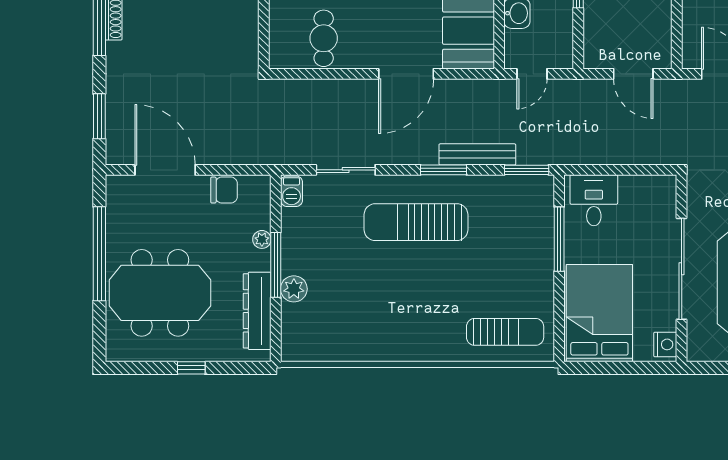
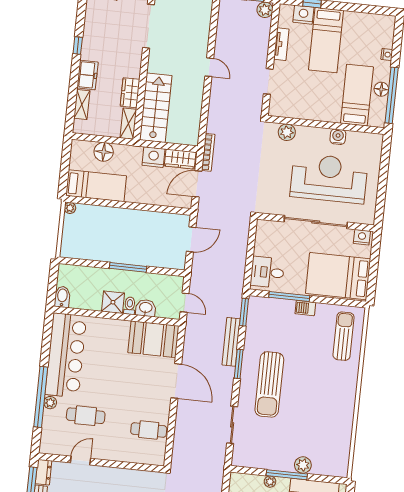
barbecue: (292, 191) -> (305, 308), moved, turned 180

